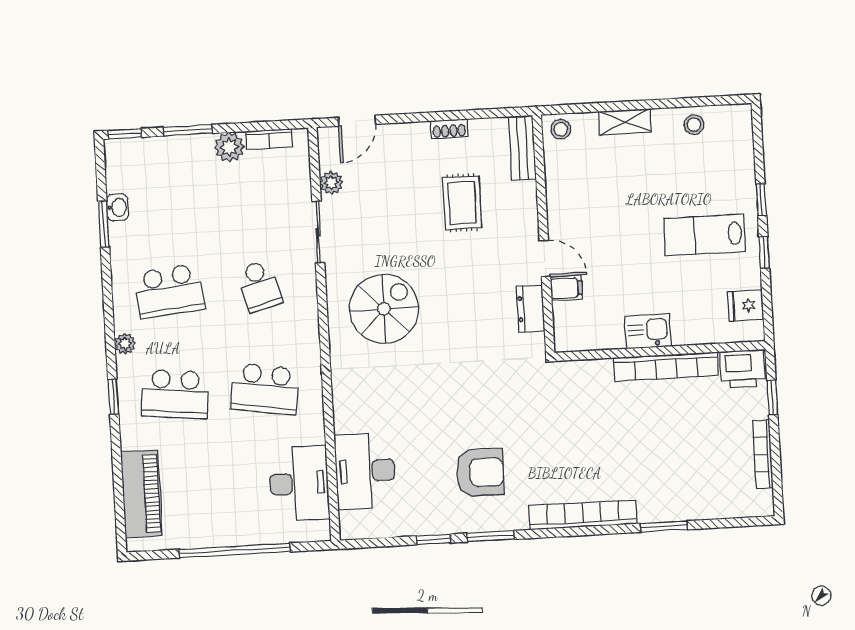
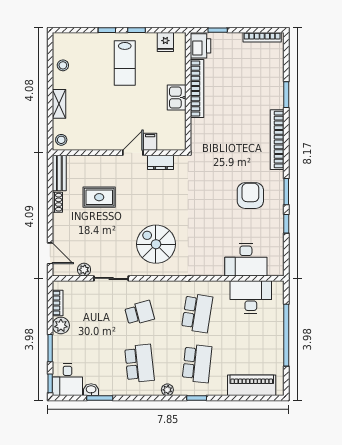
bench: (522, 148) -> (59, 173), moved, turned 90
desk: (133, 164) -> (67, 380), added
bookcase: (763, 454) -> (262, 37), moved

